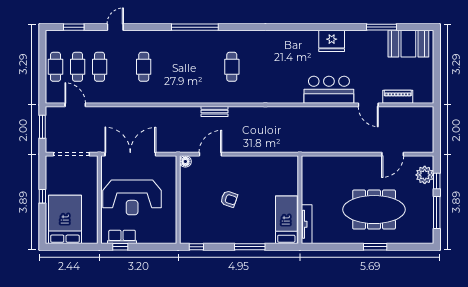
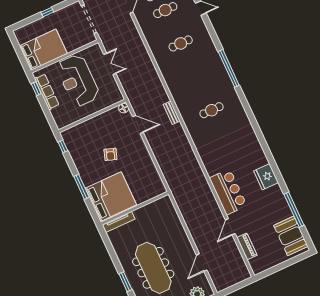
window: (382, 27) -> (294, 210), width x1.46
double door: (130, 154) -> (110, 64), width x0.54
door: (393, 154) -> (202, 263), hinge flipped
bed: (65, 219) -> (43, 50), moved
bed: (286, 220) -> (111, 197), width x2.04
row of seats: (122, 237) -> (47, 92), width x1.48

